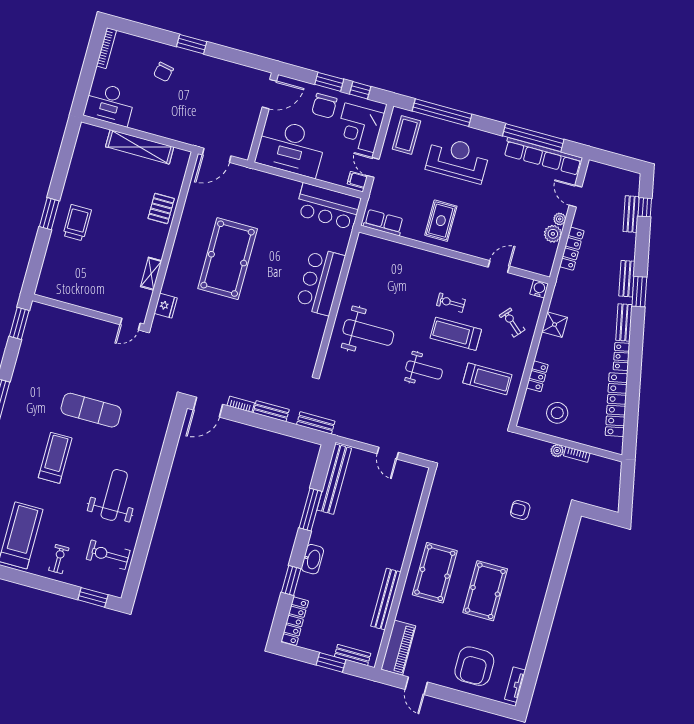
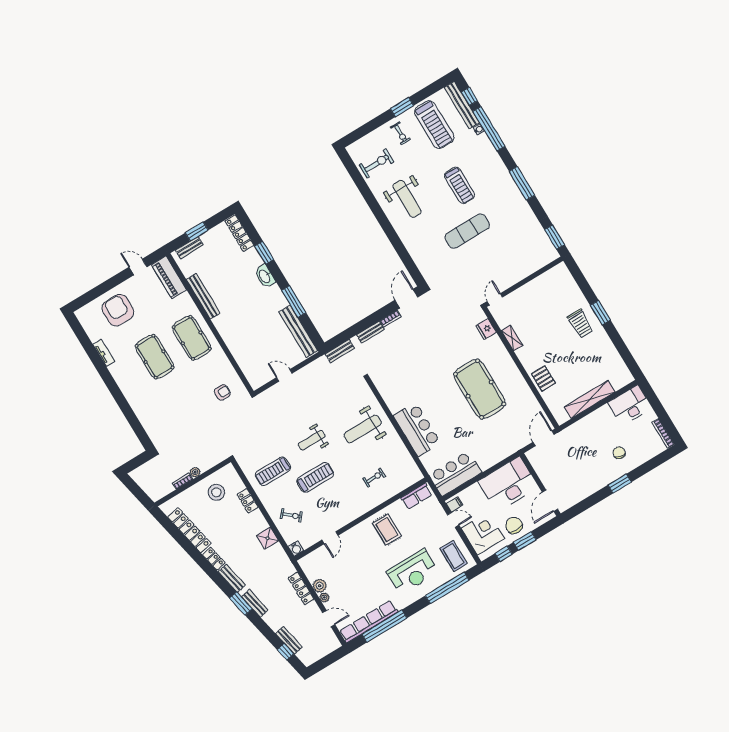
exercise bike: (451, 303) -> (374, 477), moved
armchair: (520, 510) -> (222, 392), moved
window: (93, 597) -> (402, 107), moved
tv unit: (515, 685) -> (104, 353), moved

